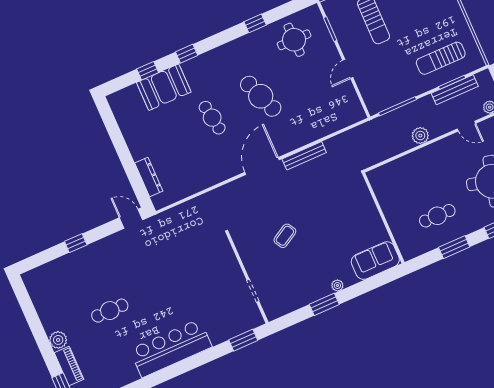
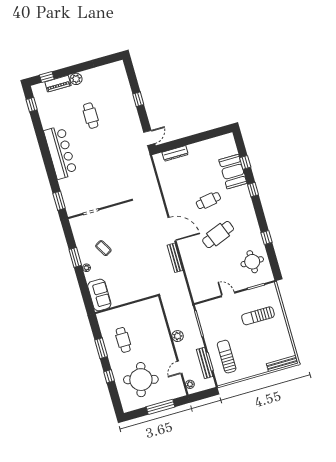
coffee table: (285, 236) -> (103, 248), moved

